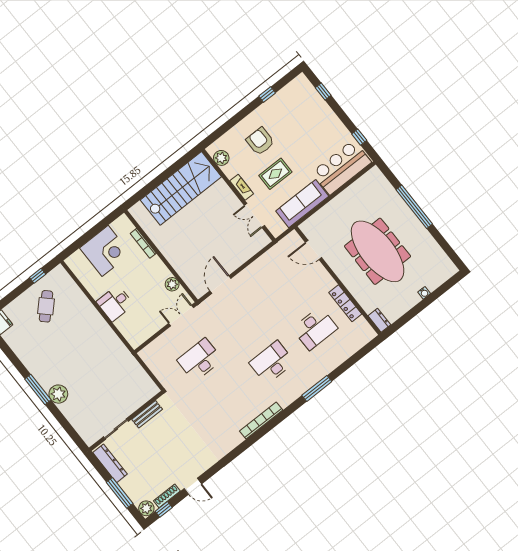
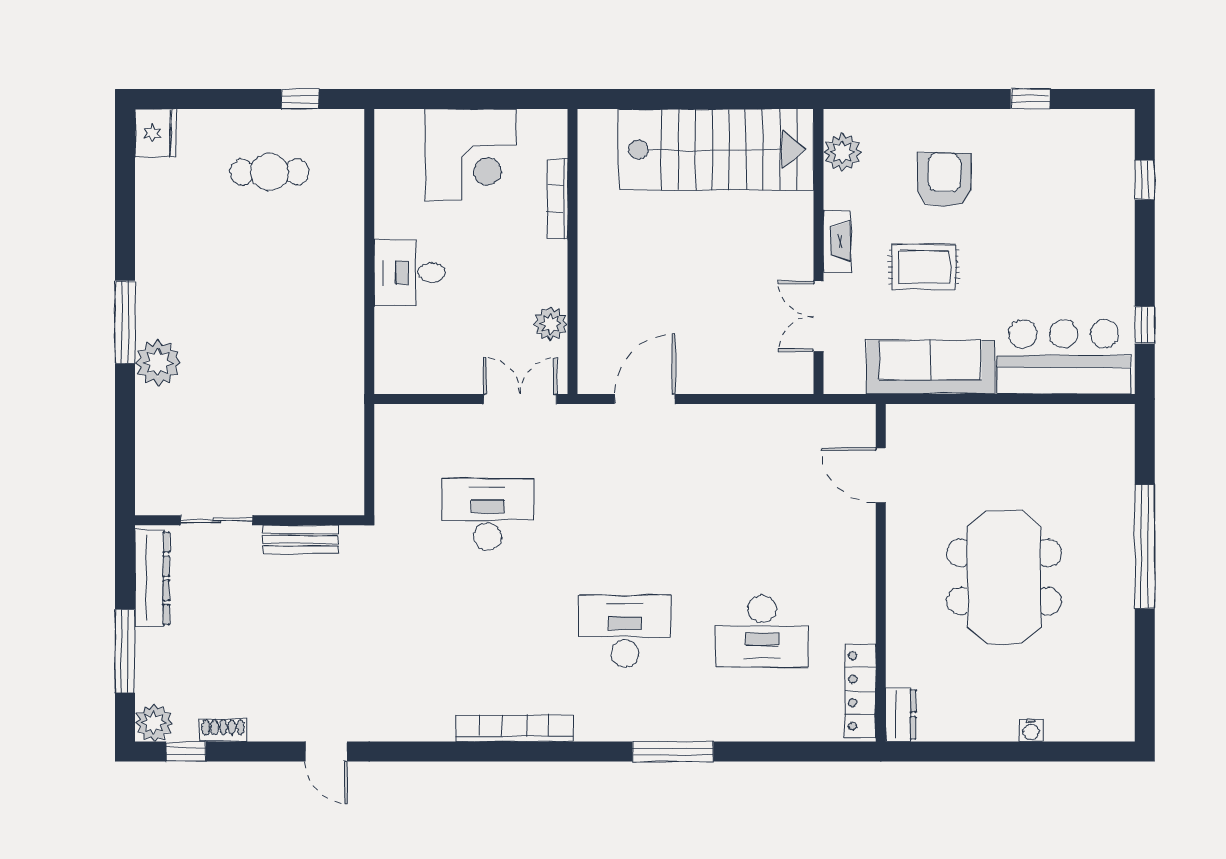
meeting table: (378, 251) -> (1004, 577), width x0.73
locker: (345, 303) -> (860, 691), moved
cafe table: (46, 306) -> (270, 172), turned 46
door: (193, 486) -> (326, 751), moved
shoe rack: (167, 496) -> (223, 730), width x0.70

